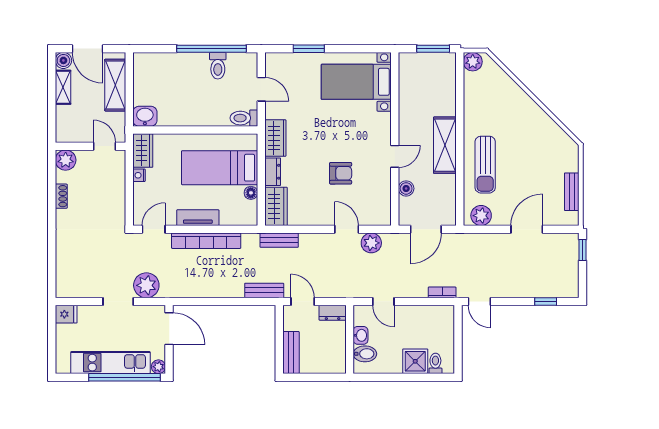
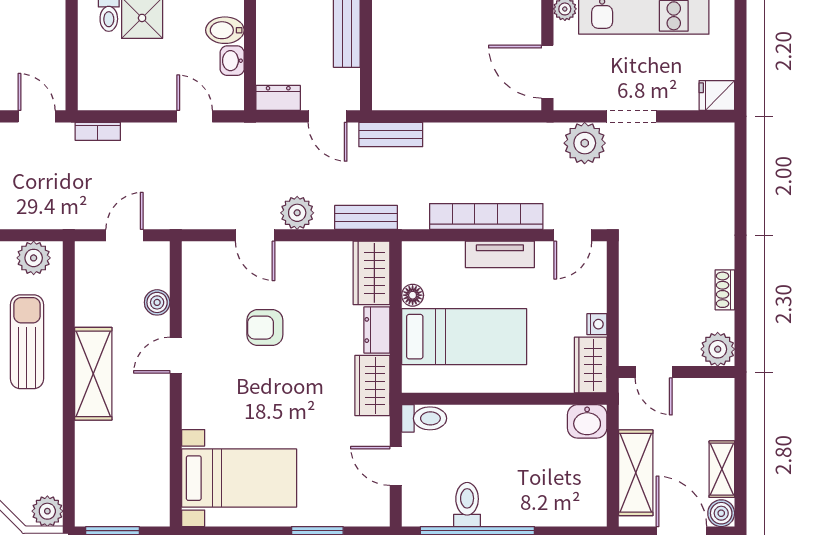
door: (426, 229) -> (124, 235), width x0.73
plant: (371, 243) -> (297, 213), moved

